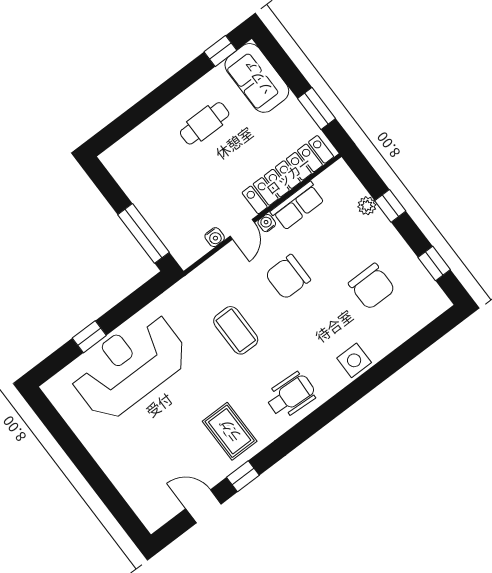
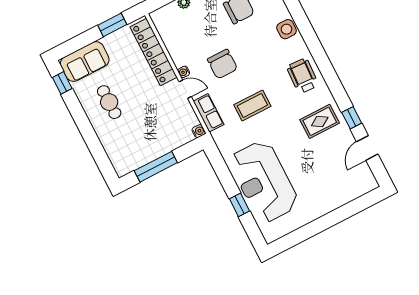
row of seats: (297, 206) -> (209, 113), moved
window: (144, 233) -> (156, 167), moved
water cooler: (215, 237) -> (199, 131), moved

